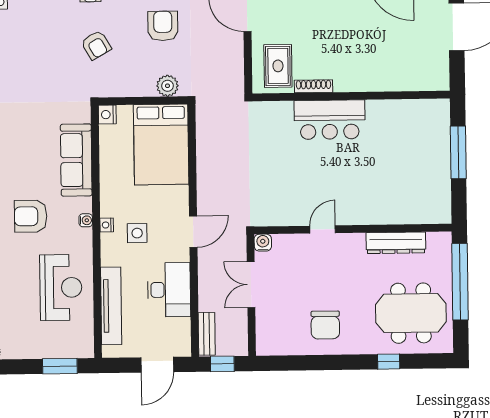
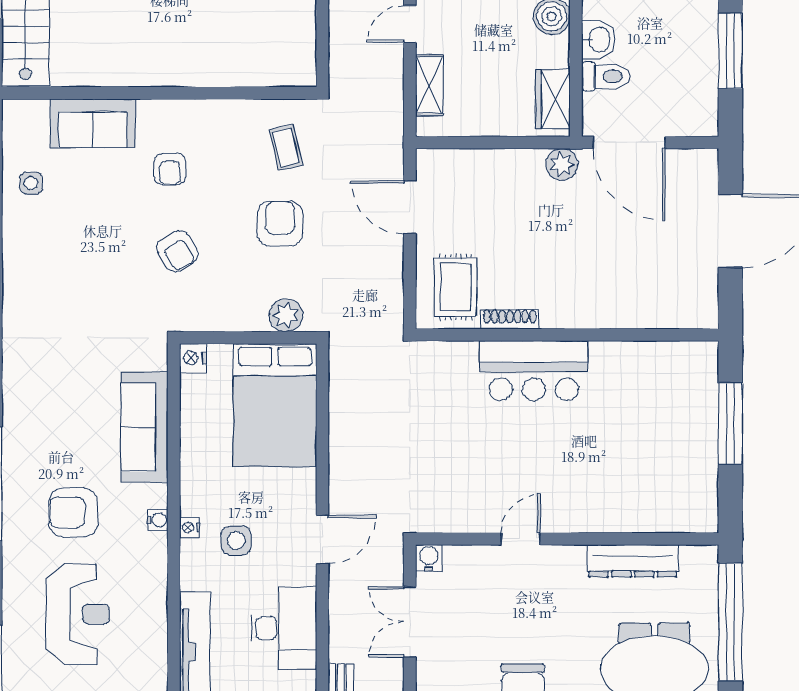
reception desk: (61, 288) -> (77, 614), moved

